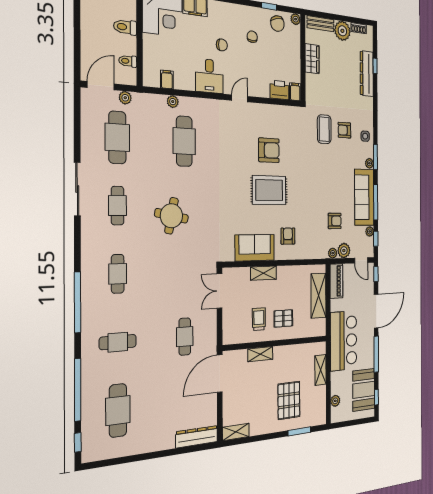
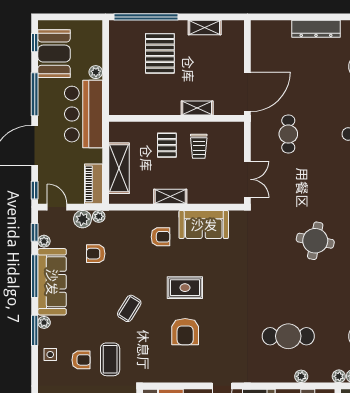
plant: (139, 99) -> (339, 376), added
cafe table: (184, 141) -> (288, 336), turned 90
armchair: (269, 150) -> (185, 332), turned -90
coffee table: (311, 173) -> (129, 308), added
rug: (269, 190) -> (185, 288), width x0.73, depth x0.70
round table: (171, 216) -> (315, 241), moved
armchair: (288, 236) -> (160, 237), turned -90
shelving: (264, 273) -> (170, 196), moved
pallet: (283, 318) -> (167, 145), turned 90
shelving: (321, 370) -> (117, 83), removed
plant: (335, 401) -> (96, 72), moved
window: (299, 431) -> (146, 17), width x2.11
shelving: (236, 432) -> (205, 27), moved
dresser: (197, 437) -> (316, 29), moved

